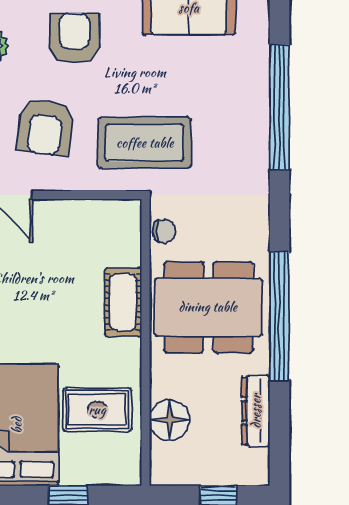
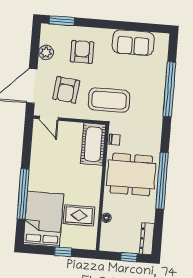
cot: (123, 302) -> (93, 144), moved, width x1.37, depth x1.34
dresser: (256, 411) -> (147, 239), moved
floor lamp: (170, 420) -> (106, 218), width x0.53, depth x0.53

